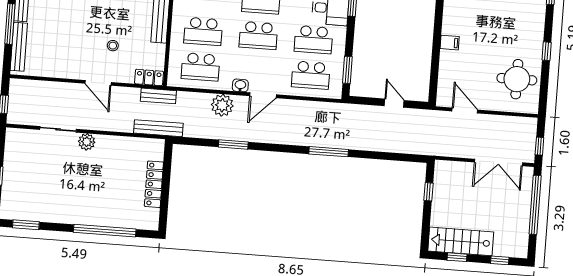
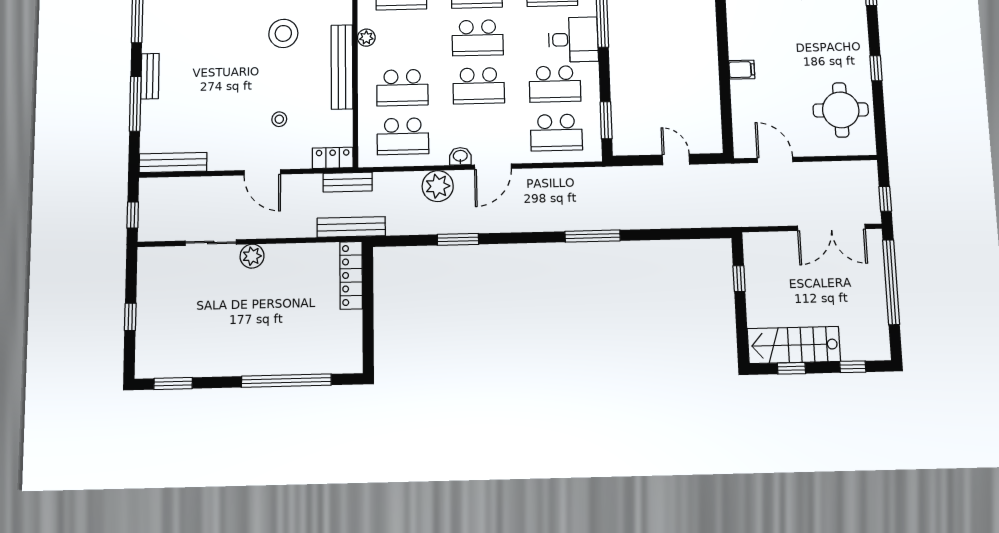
bench: (19, 47) -> (173, 163), moved, turned 90
locker: (154, 184) -> (351, 275), moved

